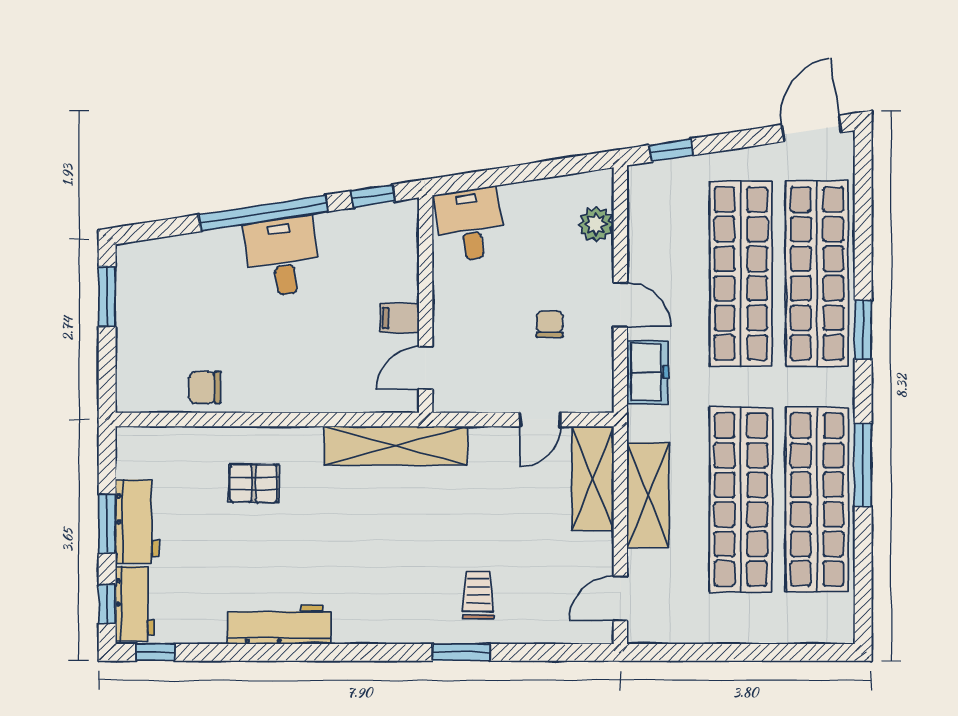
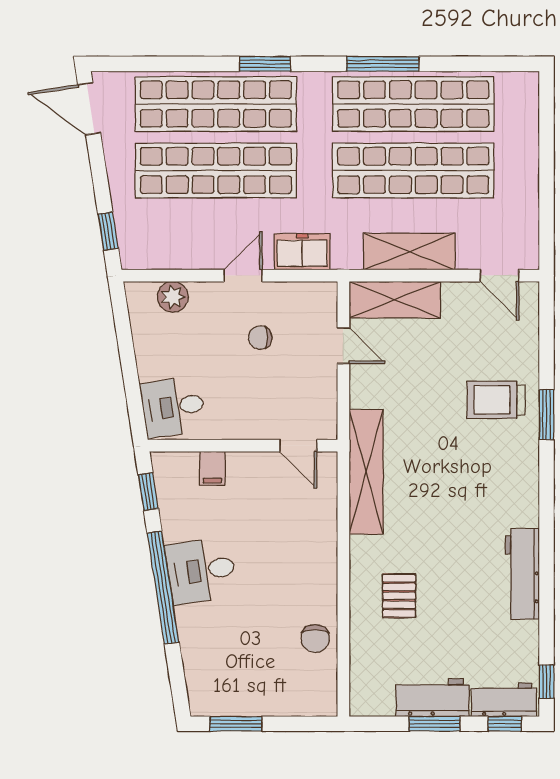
filing cabinet: (399, 318) -> (212, 469), moved
trolley: (478, 594) -> (496, 400), width x1.36, depth x1.39

